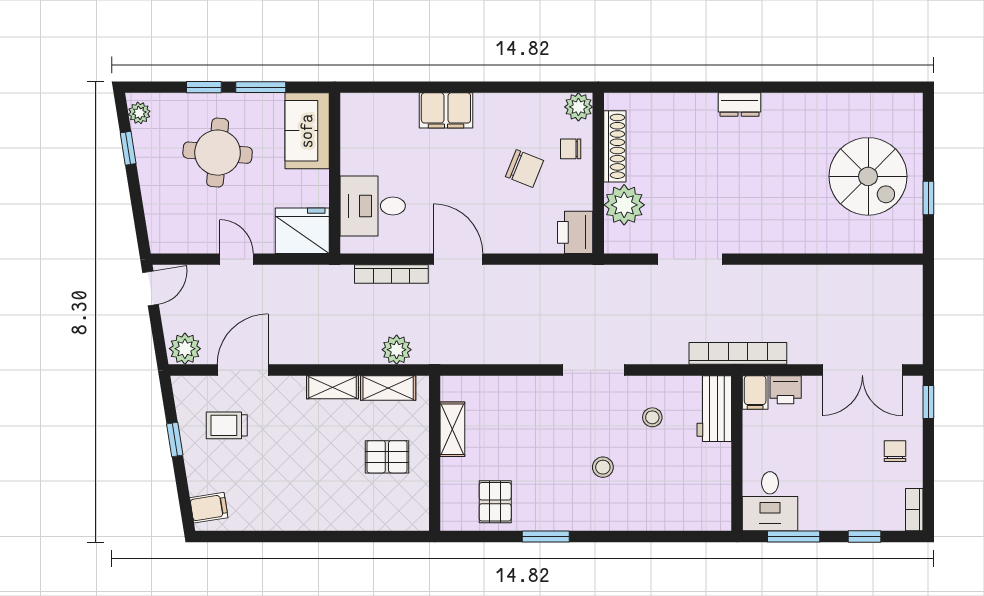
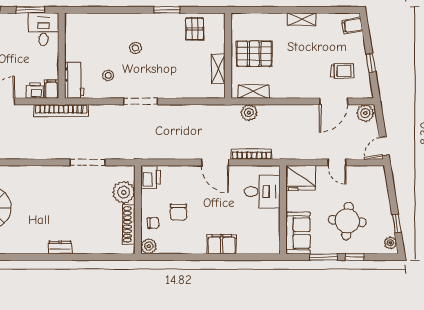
chair: (524, 169) -> (179, 212), turned -112
shelving: (332, 387) -> (302, 19), moved
pallet: (387, 457) -> (254, 54), width x1.50, depth x1.42

